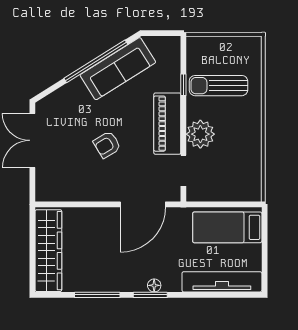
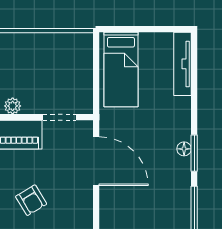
plant: (200, 134) -> (13, 106), width x0.53, depth x0.53
tv unit: (222, 282) -> (183, 64), width x0.73, depth x0.78

